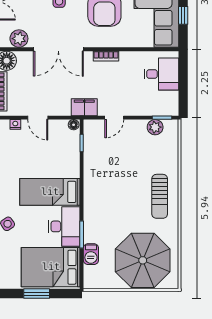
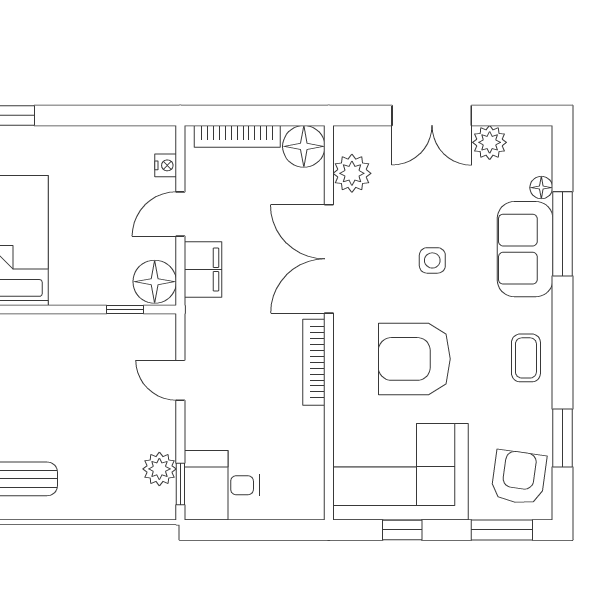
bookcase: (106, 56) -> (314, 362), width x1.56
desk: (161, 74) -> (222, 485), moved, turned 90
filing cabinet: (84, 107) -> (203, 270), moved
floor lamp: (74, 125) -> (155, 282), width x1.89, depth x1.89

